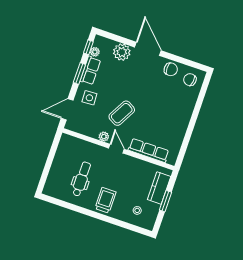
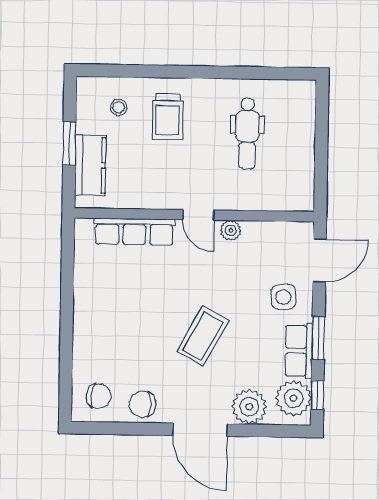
plant: (95, 52) -> (293, 398), width x1.87, depth x1.87
coffee table: (122, 113) -> (203, 336), moved
trolley: (105, 200) -> (168, 117), moved

